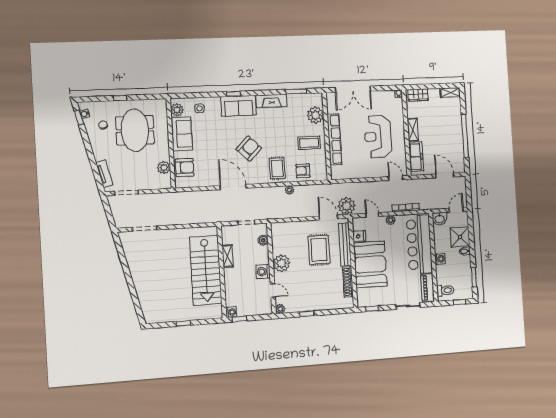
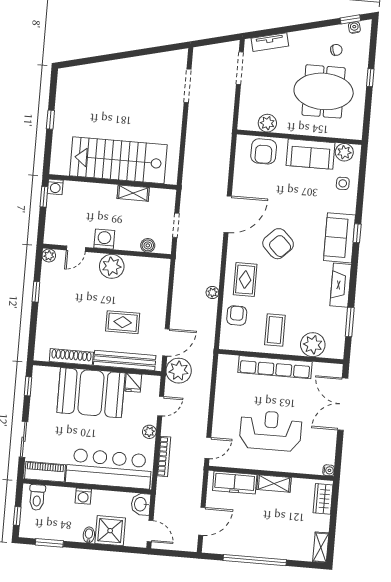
rug: (277, 168) -> (245, 280), turned 90
rug: (319, 250) -> (123, 322), width x0.73, depth x0.70

